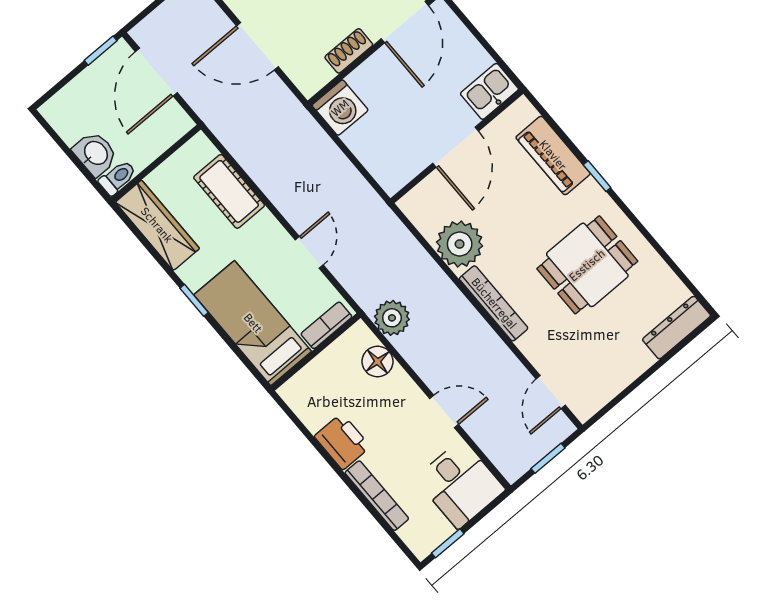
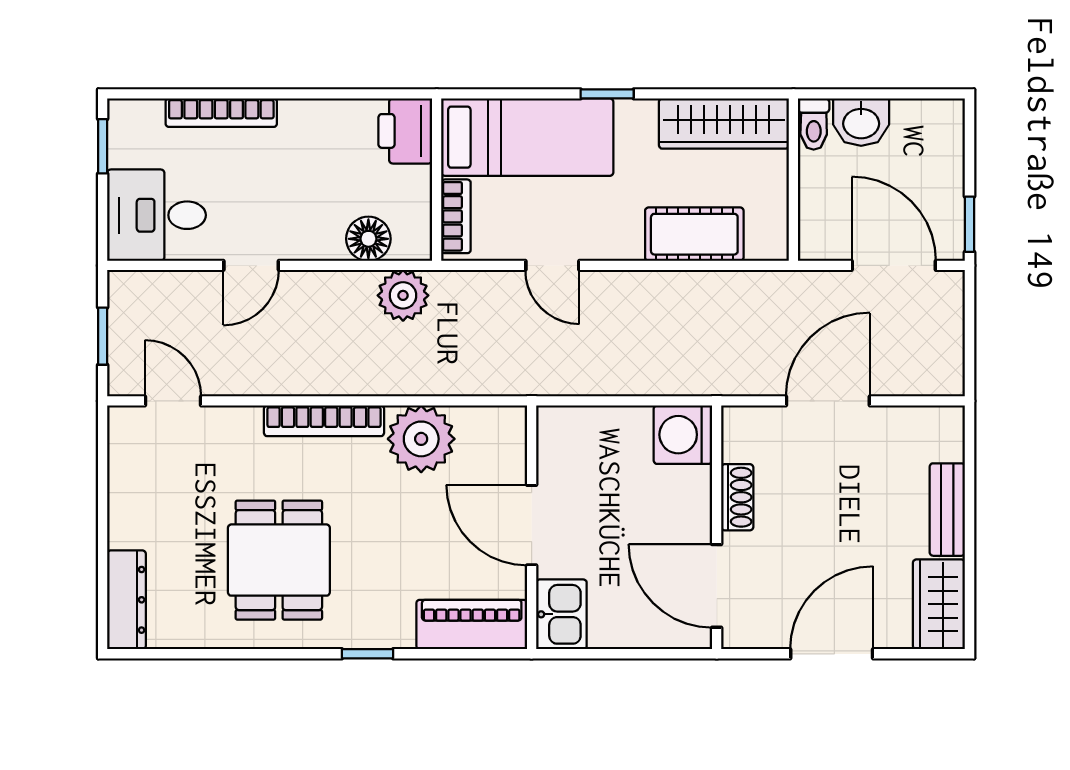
piano: (553, 155) -> (472, 625), moved
printer: (342, 442) -> (405, 131), moved, turned 90

